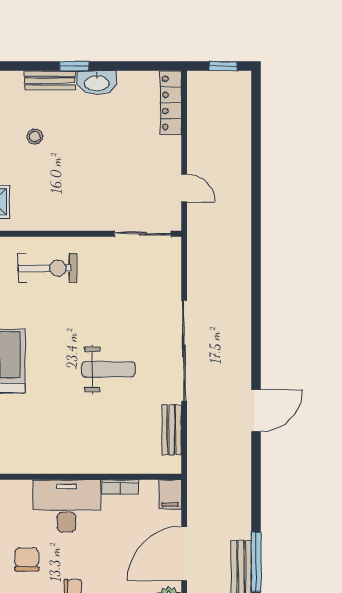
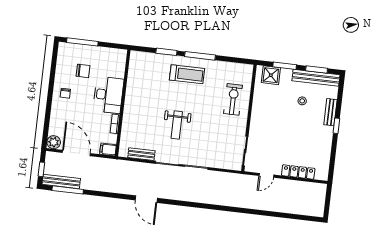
window: (223, 66) -> (327, 203), removed
washbasin: (97, 83) -> (326, 136), removed
locker: (171, 103) -> (298, 172), moved
exercise bike: (47, 268) -> (233, 99), turned 180

